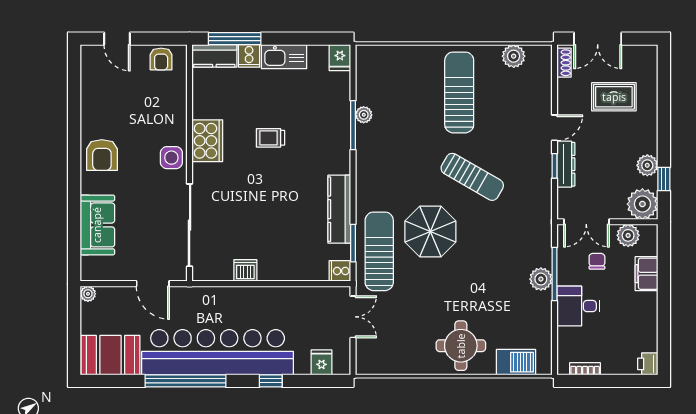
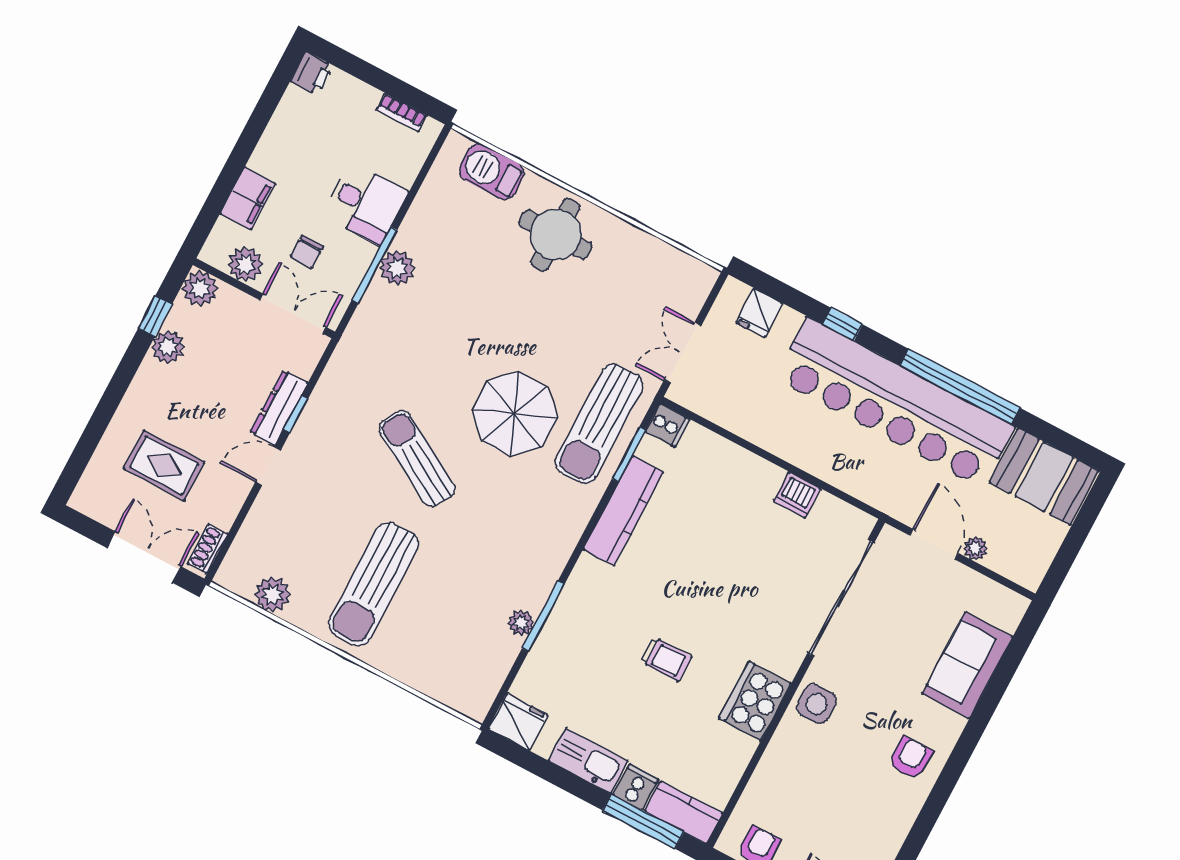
fridge: (340, 58) -> (518, 722), width x1.38
armchair: (102, 155) -> (910, 758), width x0.72, depth x0.72
plant: (642, 204) -> (200, 289), width x0.73, depth x0.73
plant: (88, 294) -> (975, 548), moved

